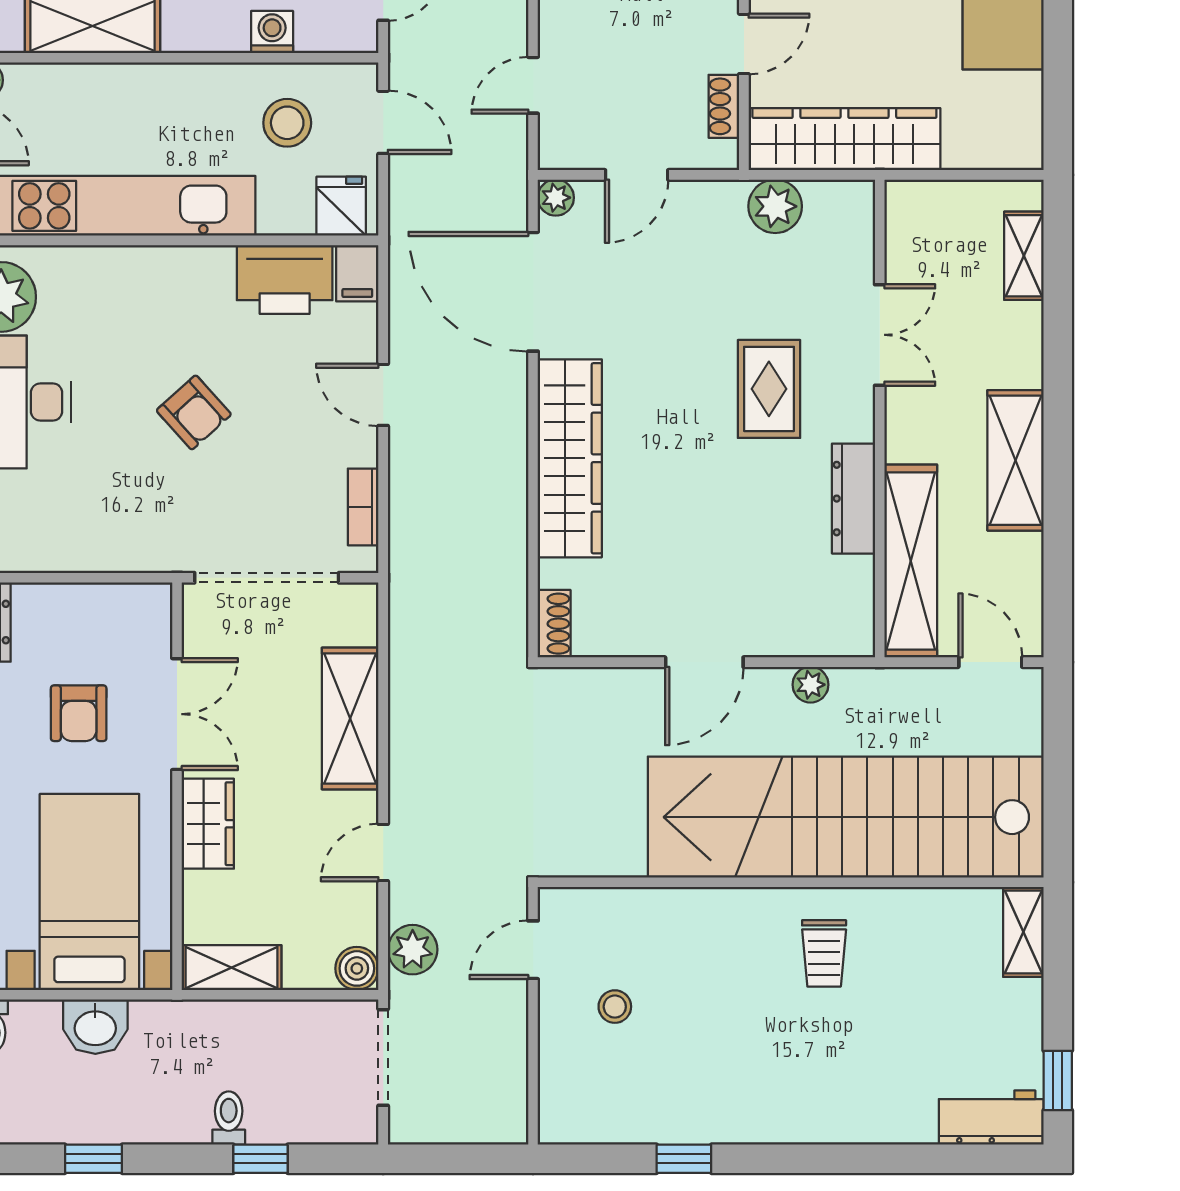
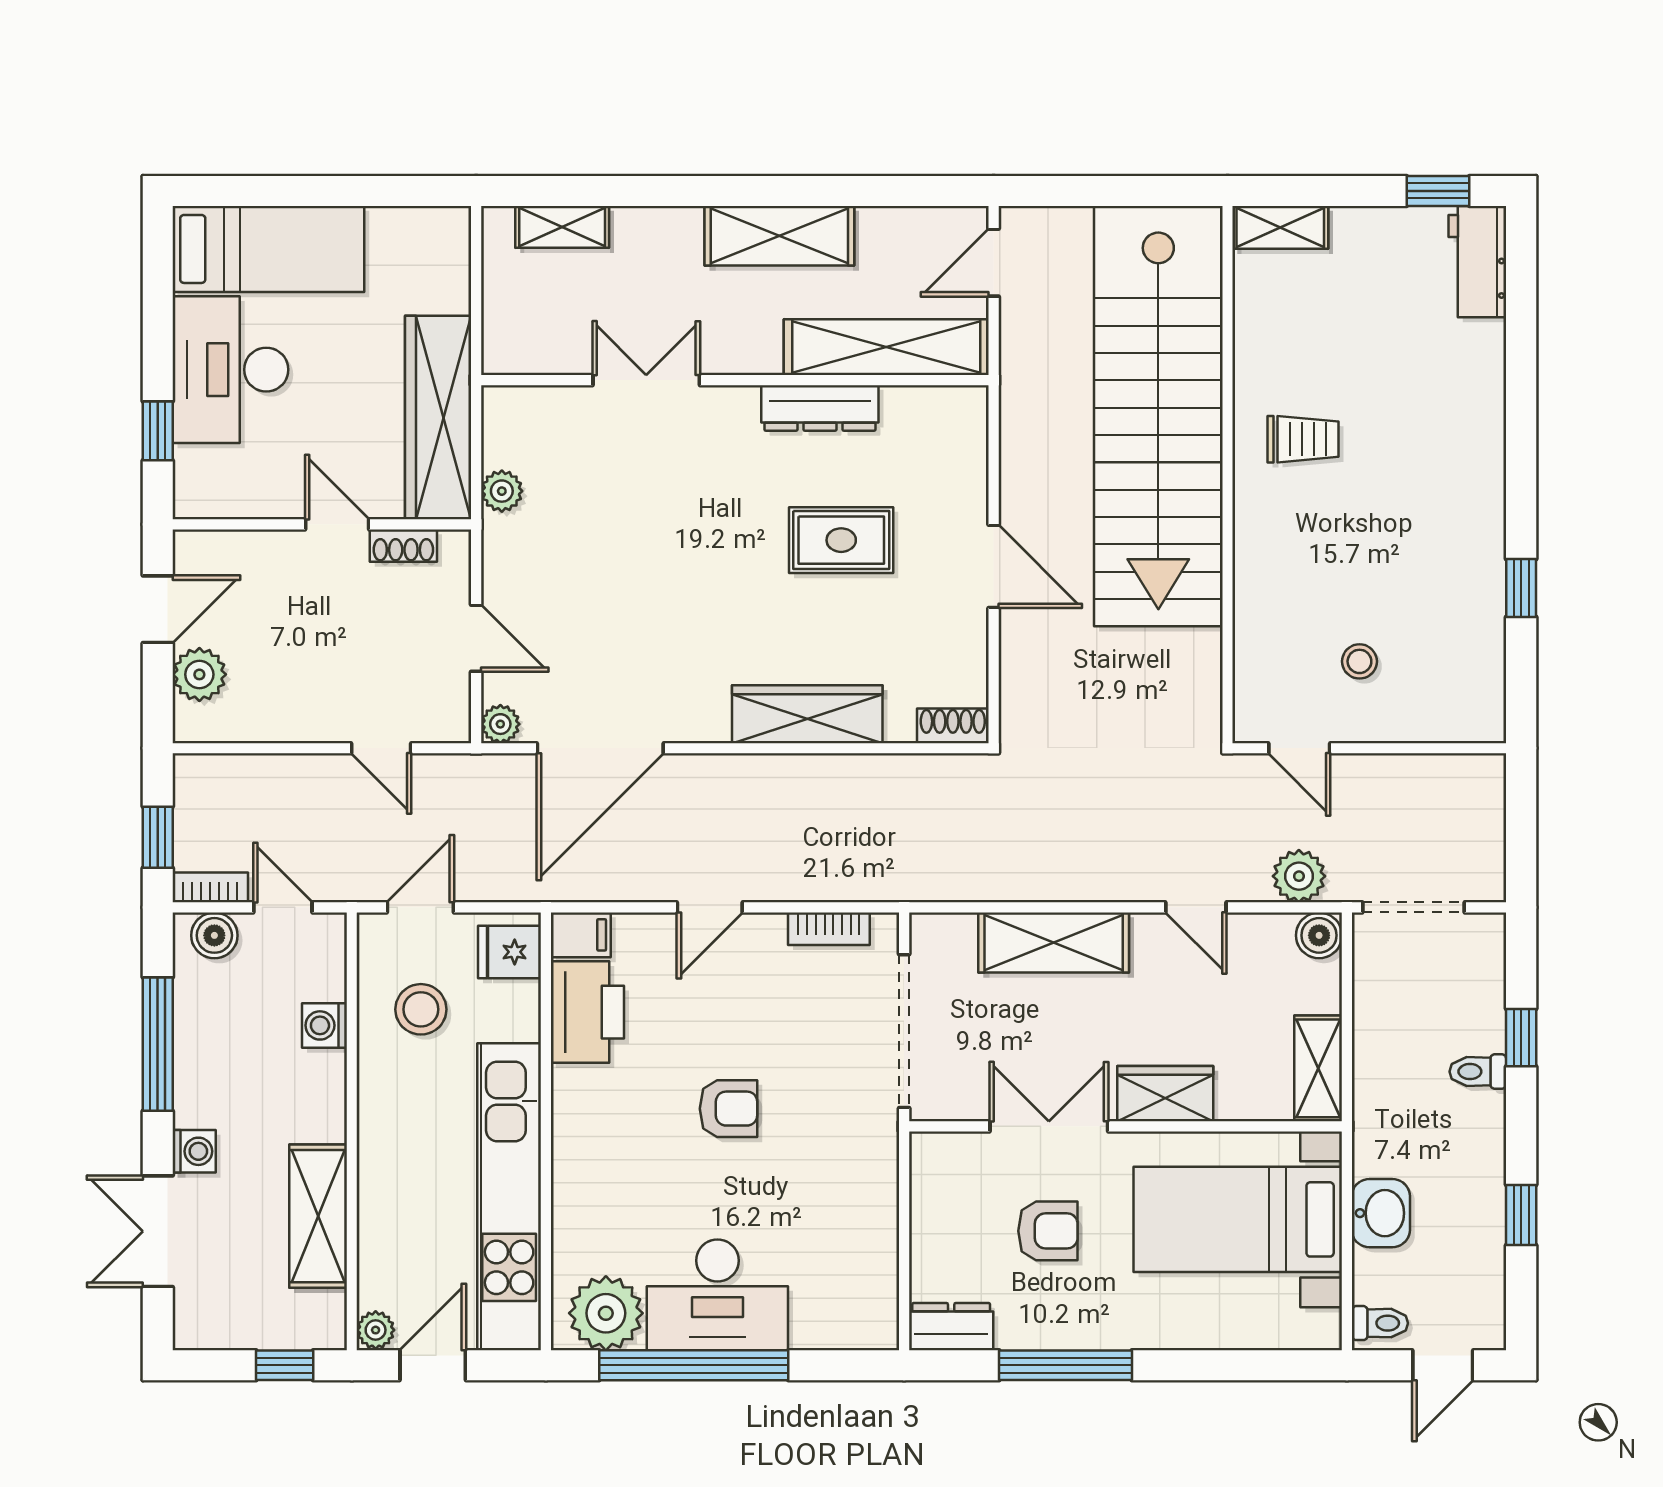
plant: (775, 206) -> (502, 491), width x0.73, depth x0.73
rug: (769, 389) -> (841, 540), moved
armchair: (194, 412) -> (729, 1109), turned 42
wardrobe: (570, 458) -> (807, 714), width x0.71, depth x0.85
plant: (810, 685) -> (1018, 454), removed

